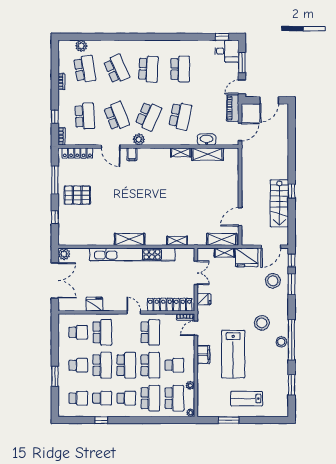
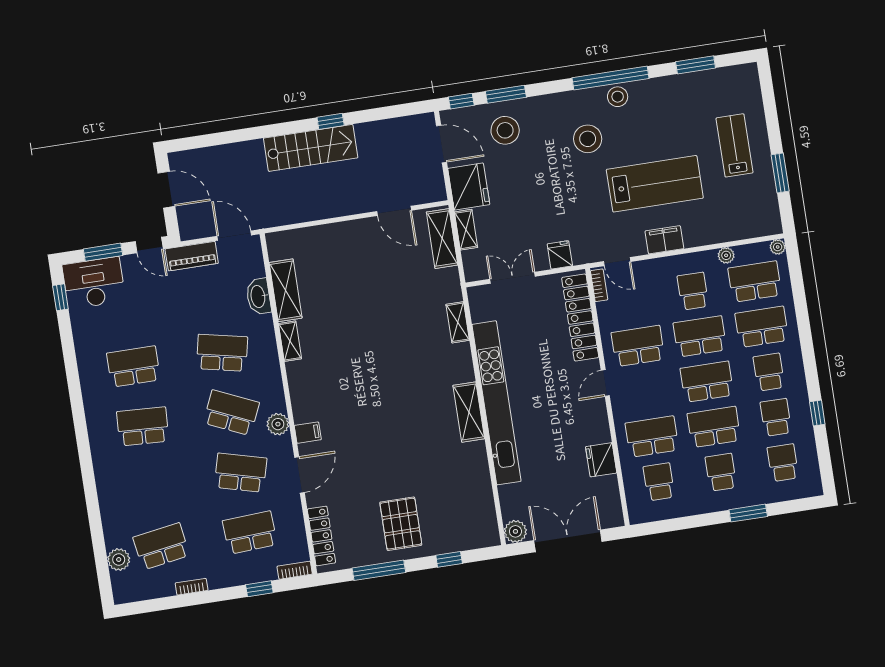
desk: (227, 51) -> (94, 283), width x1.37
school desk: (117, 69) -> (152, 486), removed
school desk: (117, 116) -> (241, 473), turned 36
stairs: (279, 203) -> (311, 148), moved
lab bench: (247, 399) -> (735, 145), turned 180

